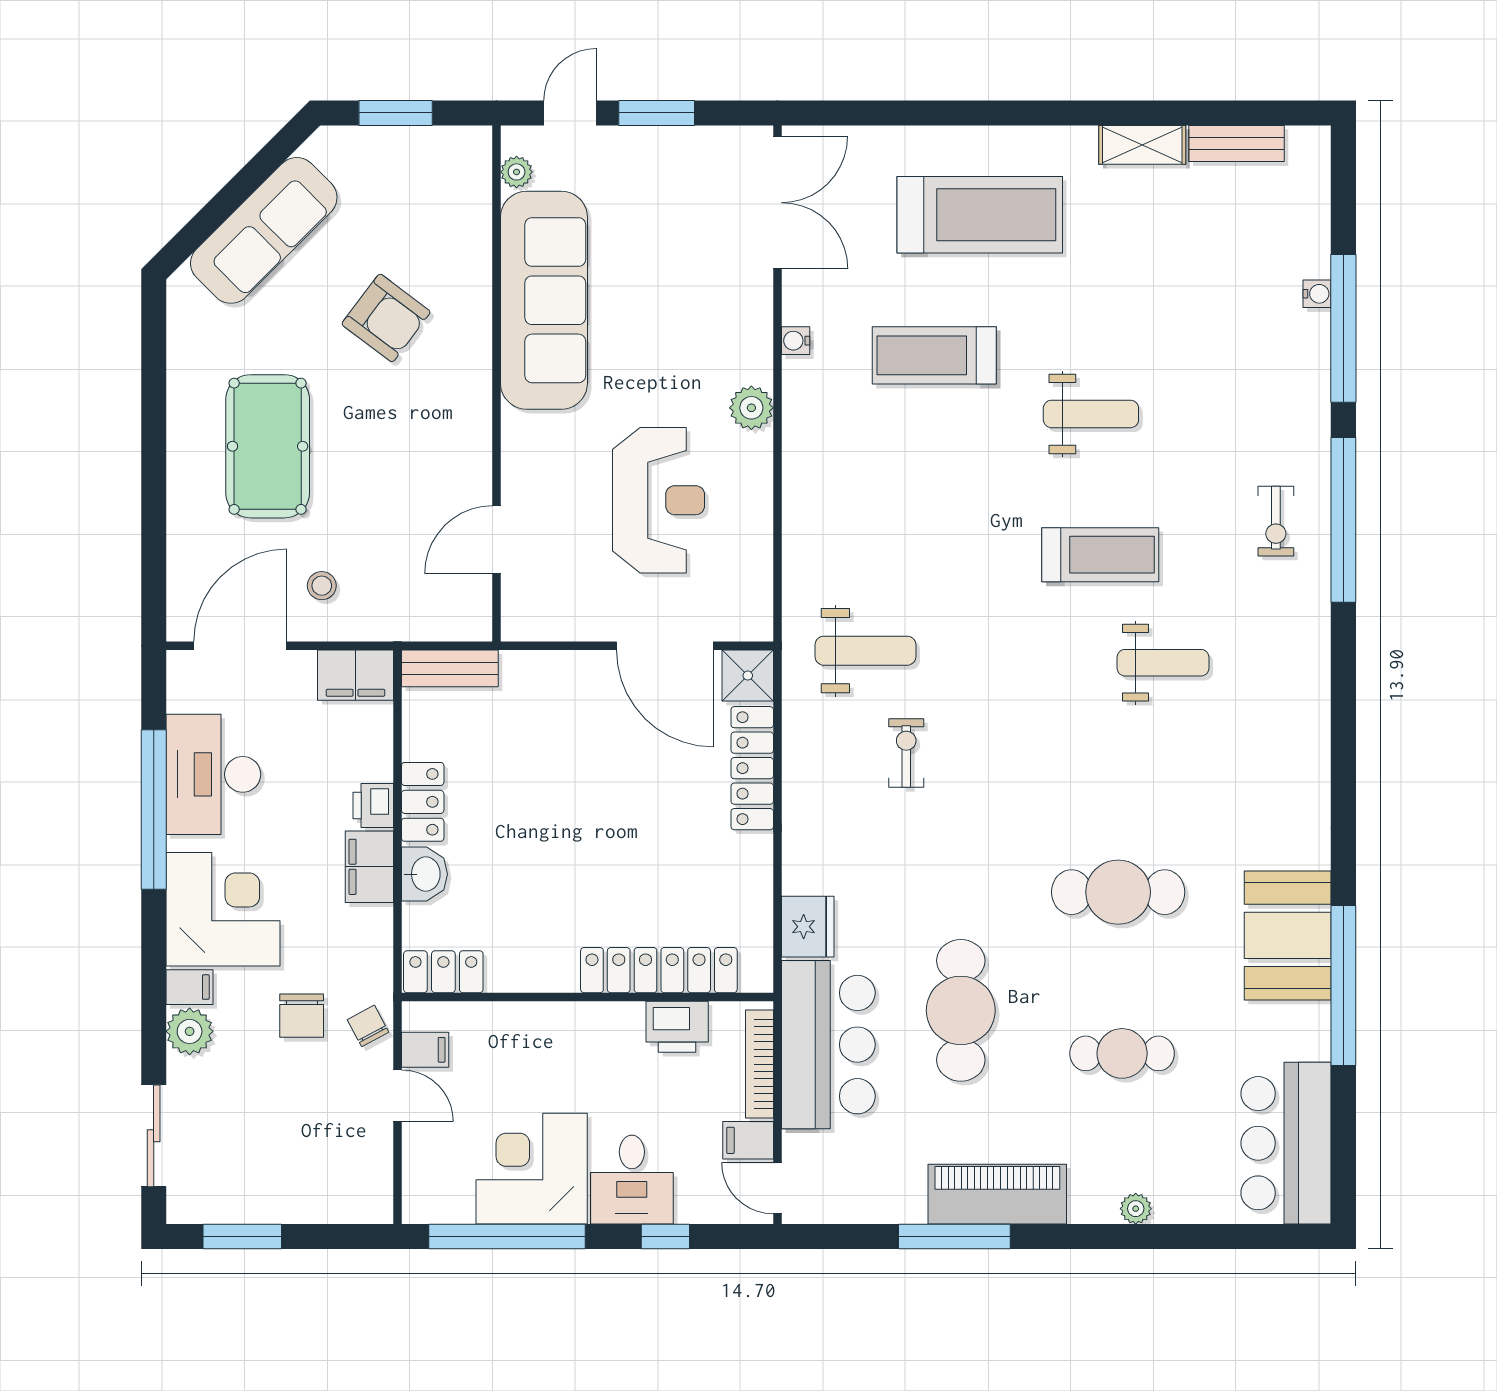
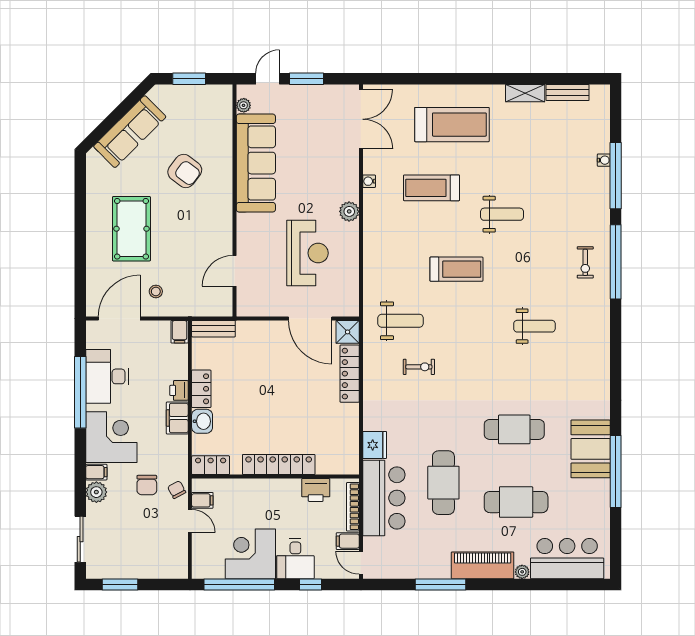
treadmill: (1100, 555) -> (456, 269), moved
filing cabinet: (355, 675) -> (180, 332), width x0.50
exercise bike: (906, 753) -> (419, 367), turned 90
locker: (659, 970) -> (279, 465), moved
cafe table: (1122, 1053) -> (516, 502), width x1.37, depth x1.35
bar counter: (1286, 1143) -> (567, 559), moved, turned 90
piano: (997, 1194) -> (483, 565), moved

